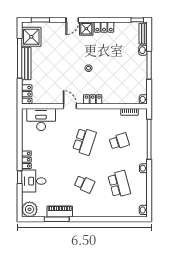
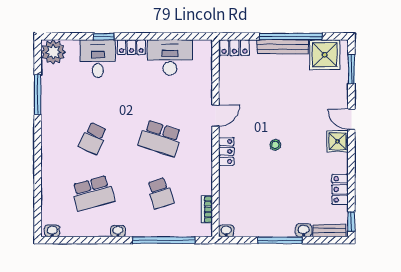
locker: (104, 27) -> (340, 189), moved
desk: (41, 120) -> (170, 57), moved, turned -90
piano: (60, 212) -> (50, 99), removed

